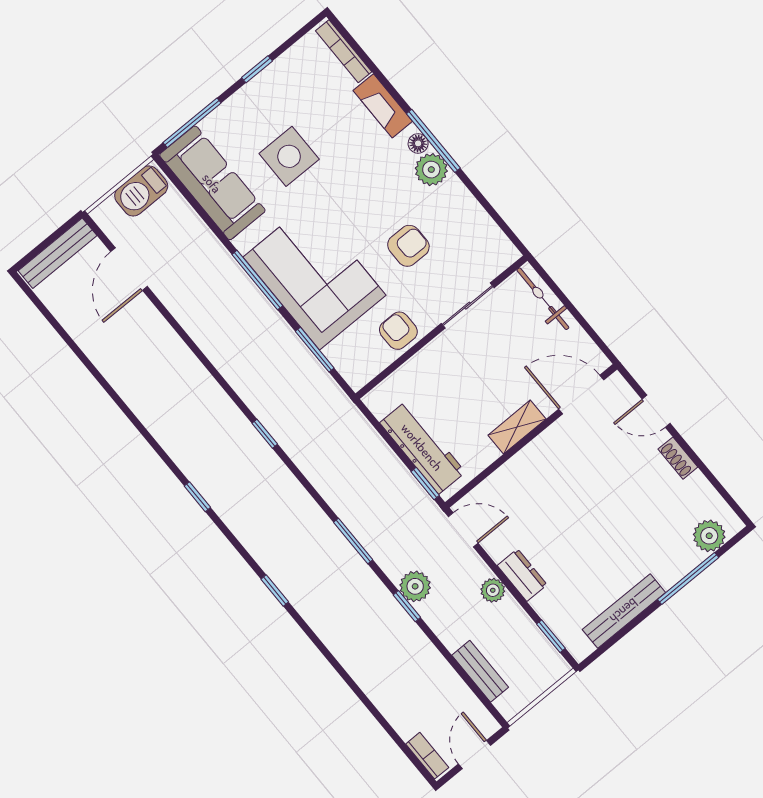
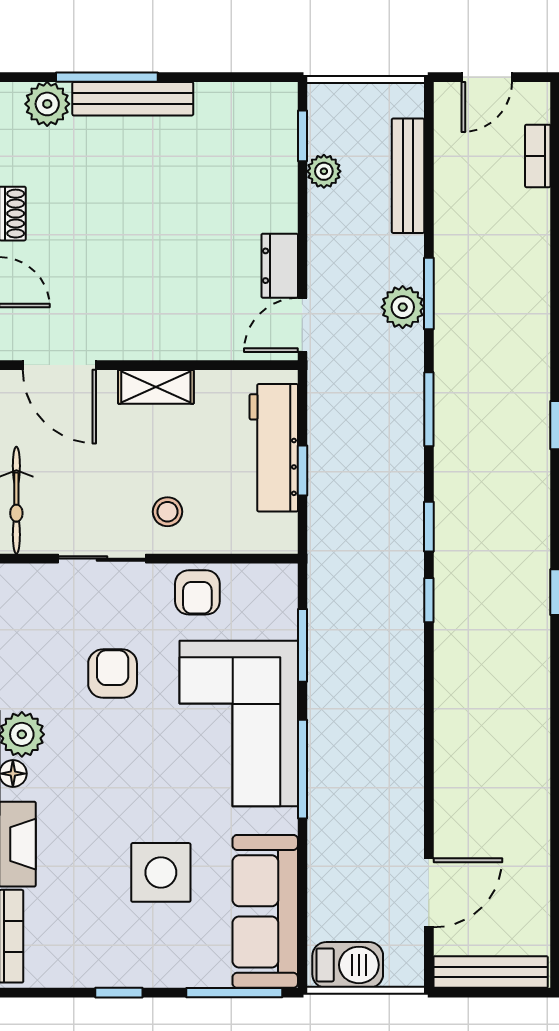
armchair: (408, 246) -> (113, 674), turned 90
stool: (453, 362) -> (167, 512), added
window: (299, 475) -> (429, 527), added
window: (425, 484) -> (302, 470), moved
door: (463, 530) -> (302, 325), hinge flipped
dresser: (522, 575) -> (280, 266), moved
plant: (493, 590) -> (324, 171), moved
window: (407, 606) -> (429, 293), width x1.50
bench: (624, 611) -> (133, 99), moved
bench: (480, 671) -> (408, 176), width x1.36
bookcase: (427, 756) -> (538, 156), moved

